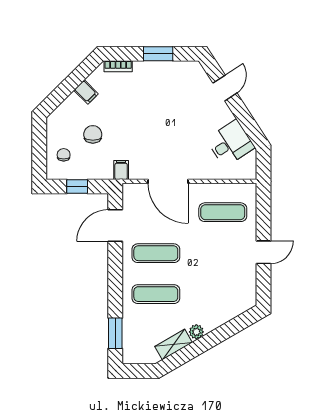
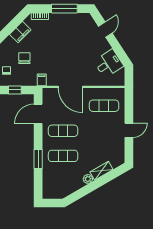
window: (158, 54) -> (64, 9), width x1.44
filing cabinet: (86, 92) -> (20, 32), width x2.00
window: (115, 333) -> (38, 159), moved
shelving: (174, 344) -> (102, 171), moved

